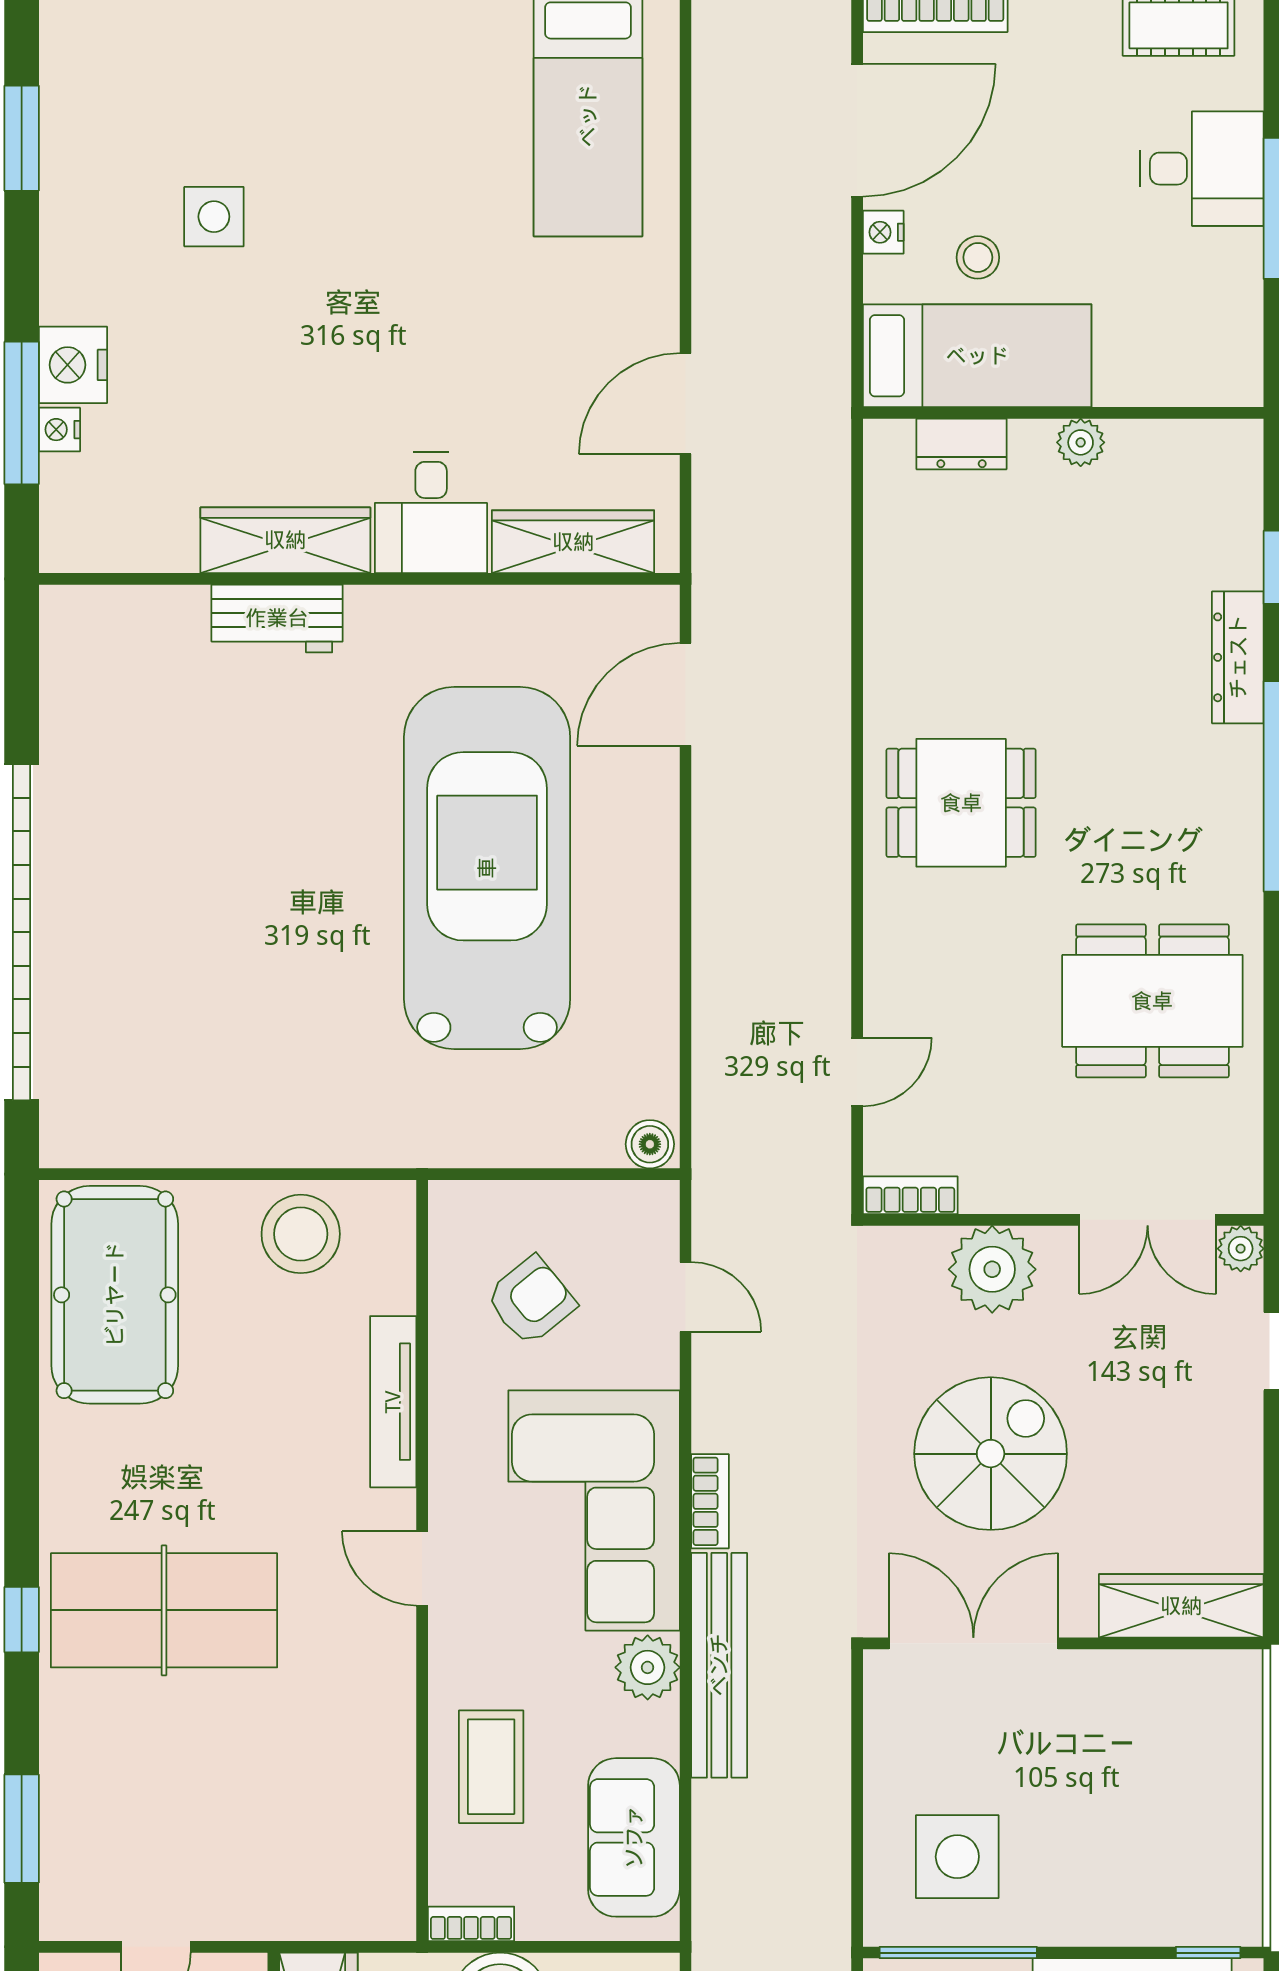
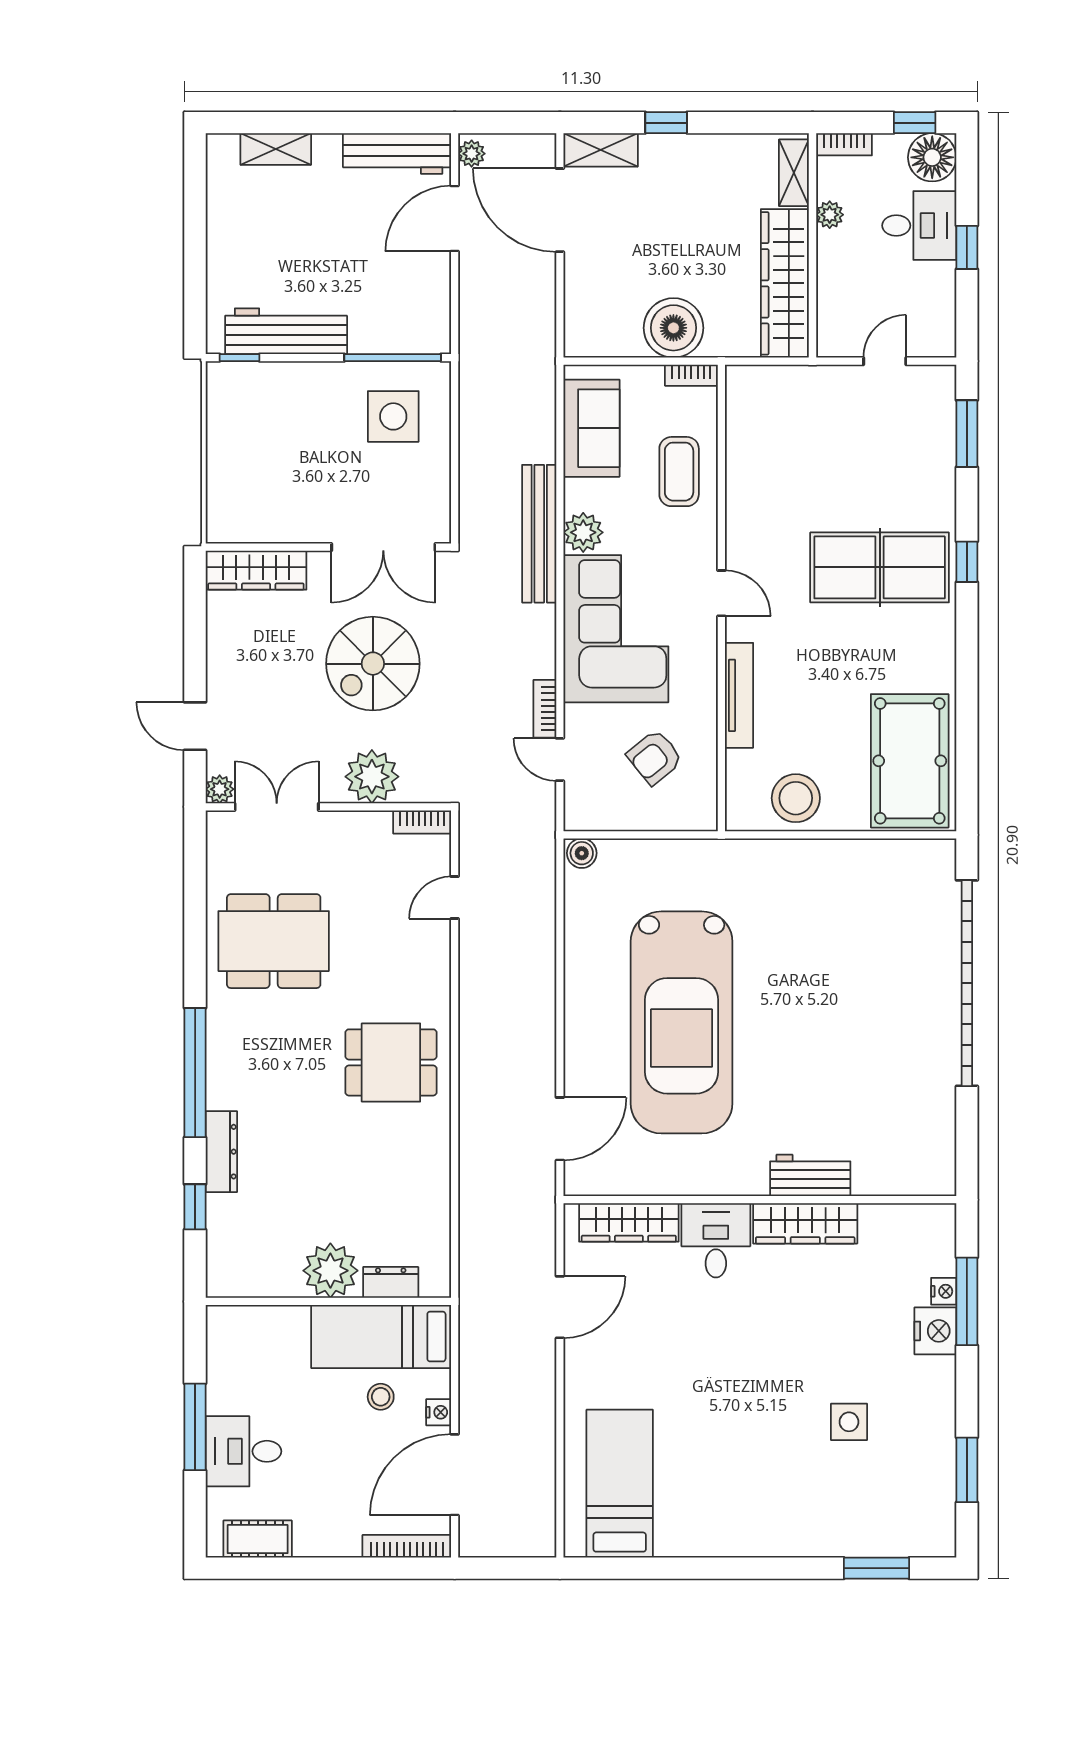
plant: (1081, 442) -> (330, 1271), width x1.88, depth x1.88
bookcase: (710, 1501) -> (545, 709), moved

